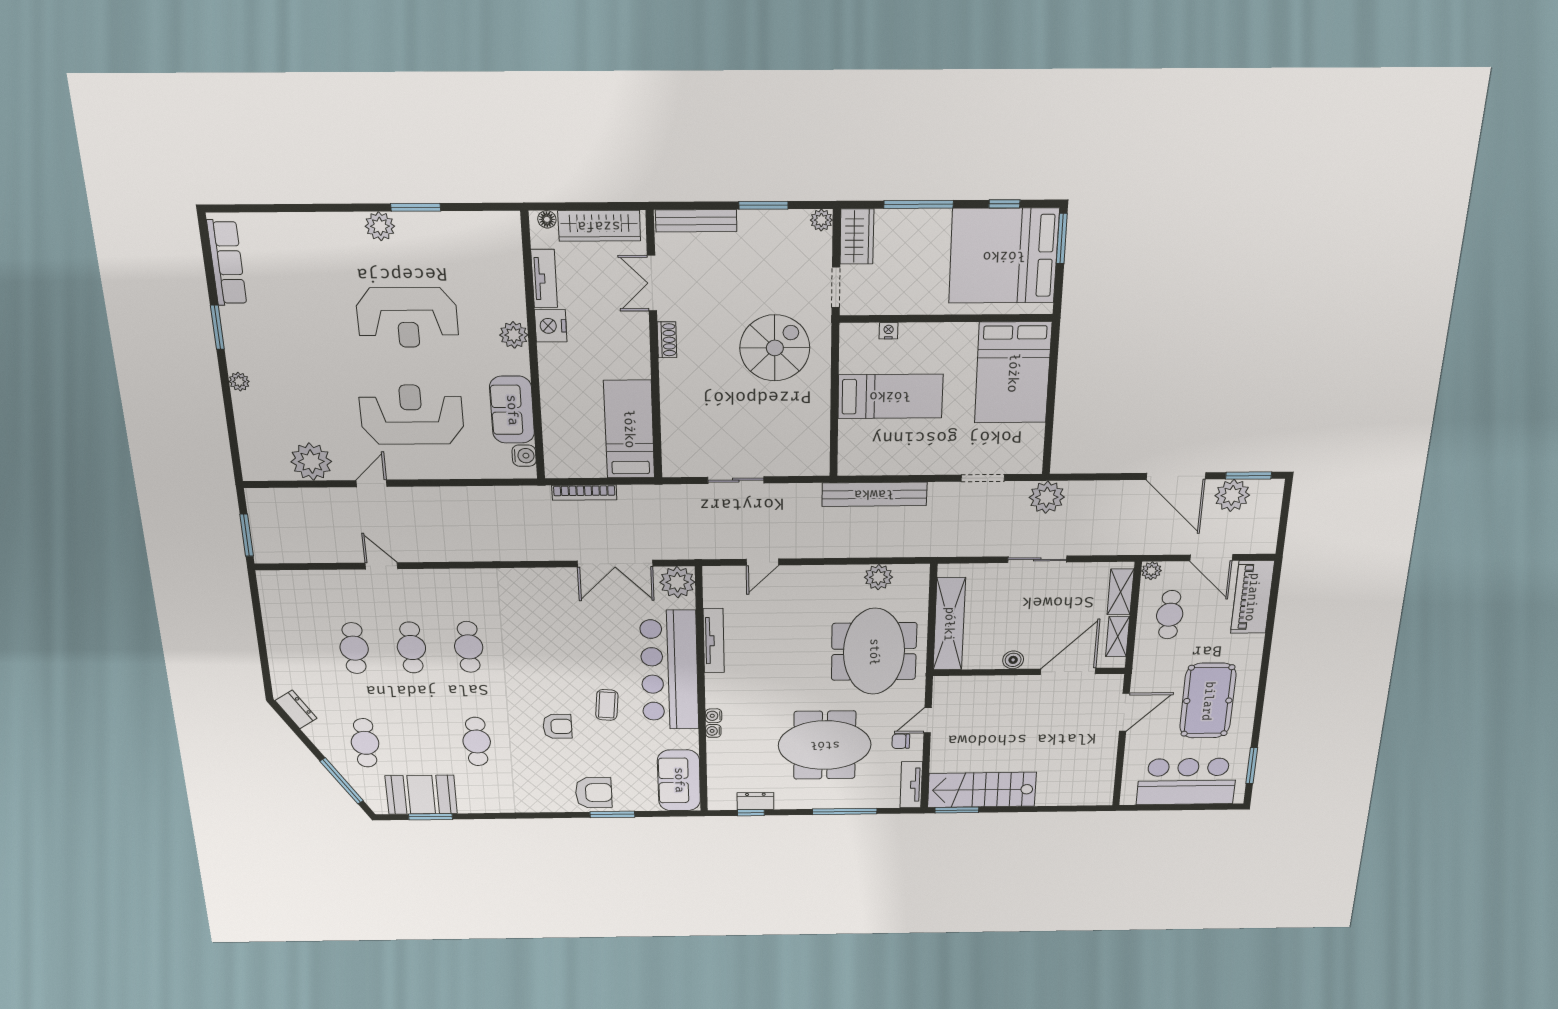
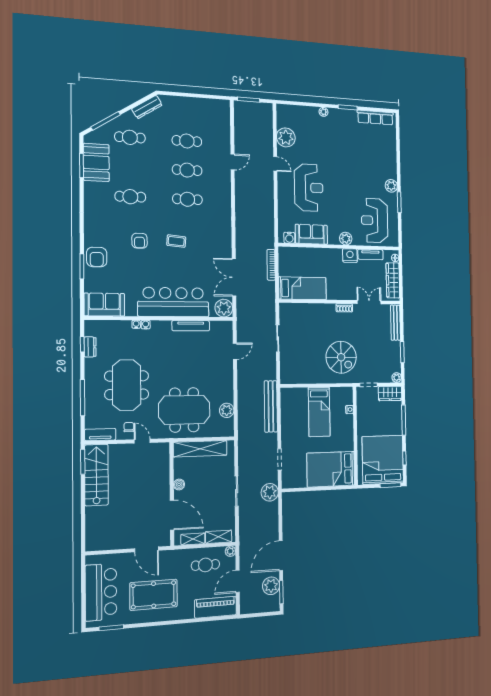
reception desk: (407, 318) -> (375, 220), moved
door: (762, 562) -> (235, 351), swing flipped
coffee table: (607, 705) -> (176, 241), moved
dresser: (296, 709) -> (147, 107), width x1.44

